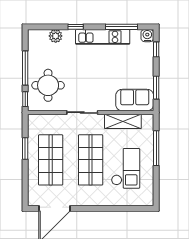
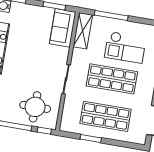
shelving: (123, 121) -> (83, 31), moved
checkout: (126, 168) -> (125, 47), turned 180

